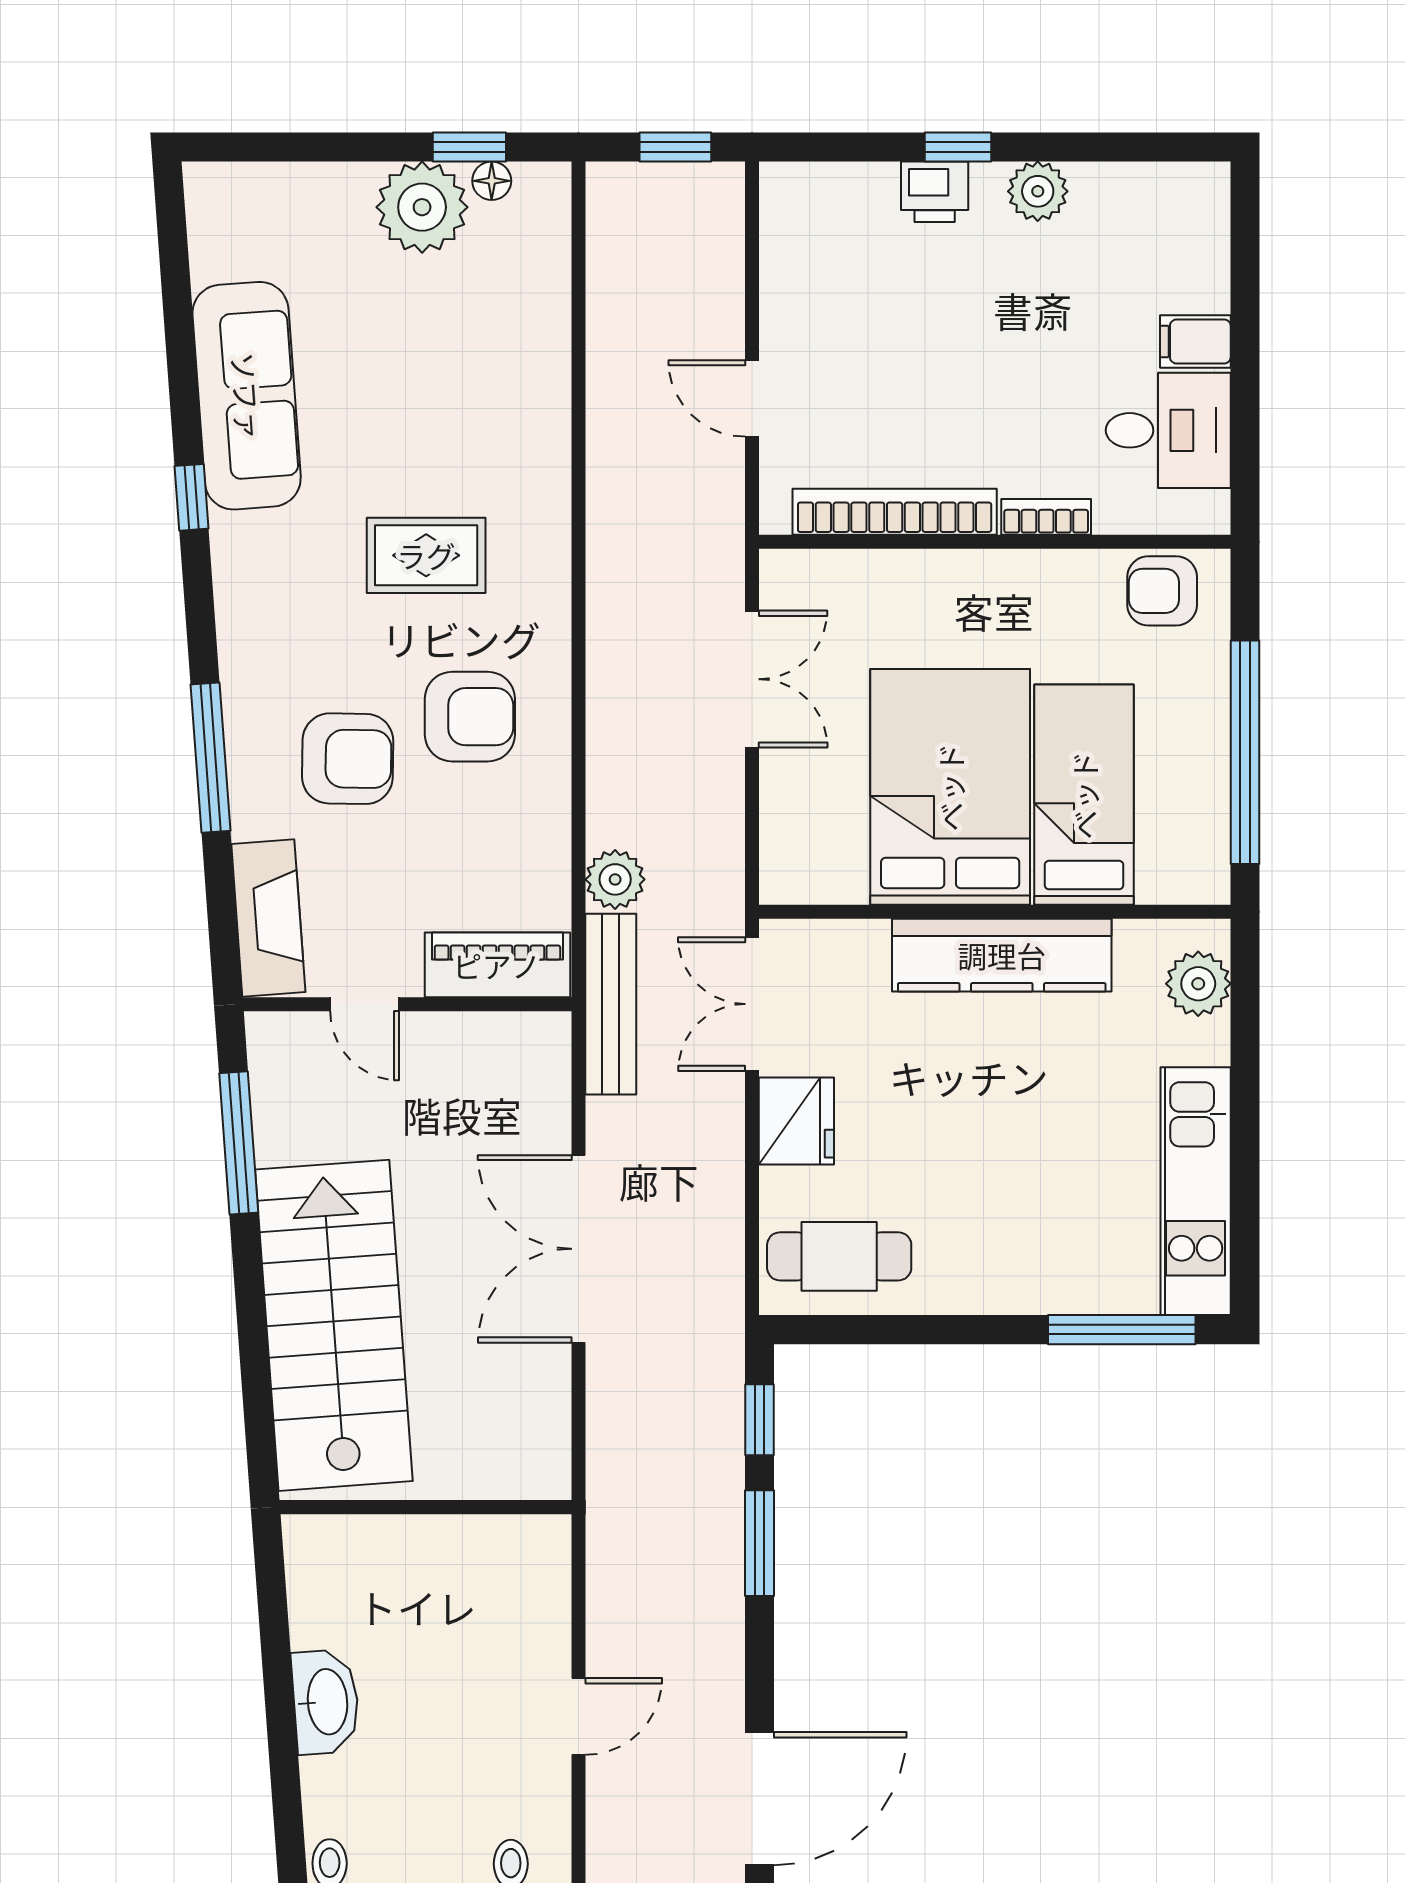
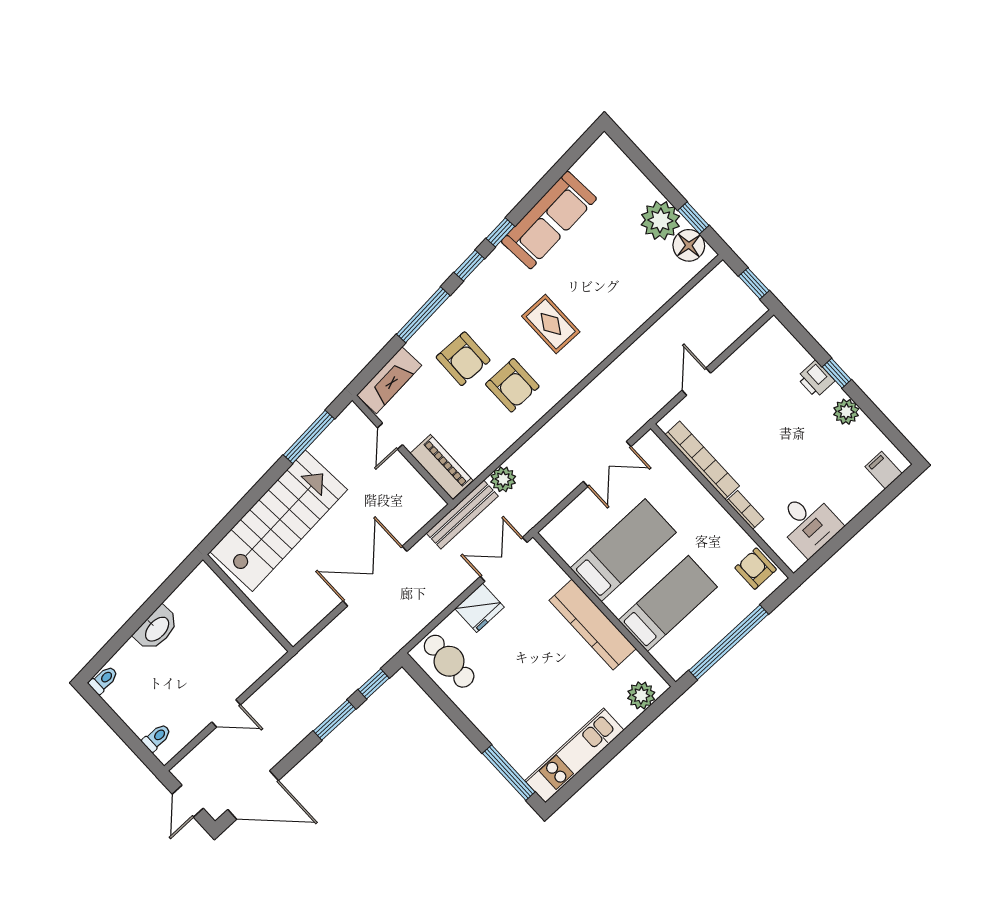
floor lamp: (492, 181) -> (689, 245), width x1.89, depth x1.89
filing cabinet: (1195, 342) -> (884, 470), moved
window: (199, 602) -> (469, 266), added
bed: (950, 787) -> (623, 550), width x0.67

